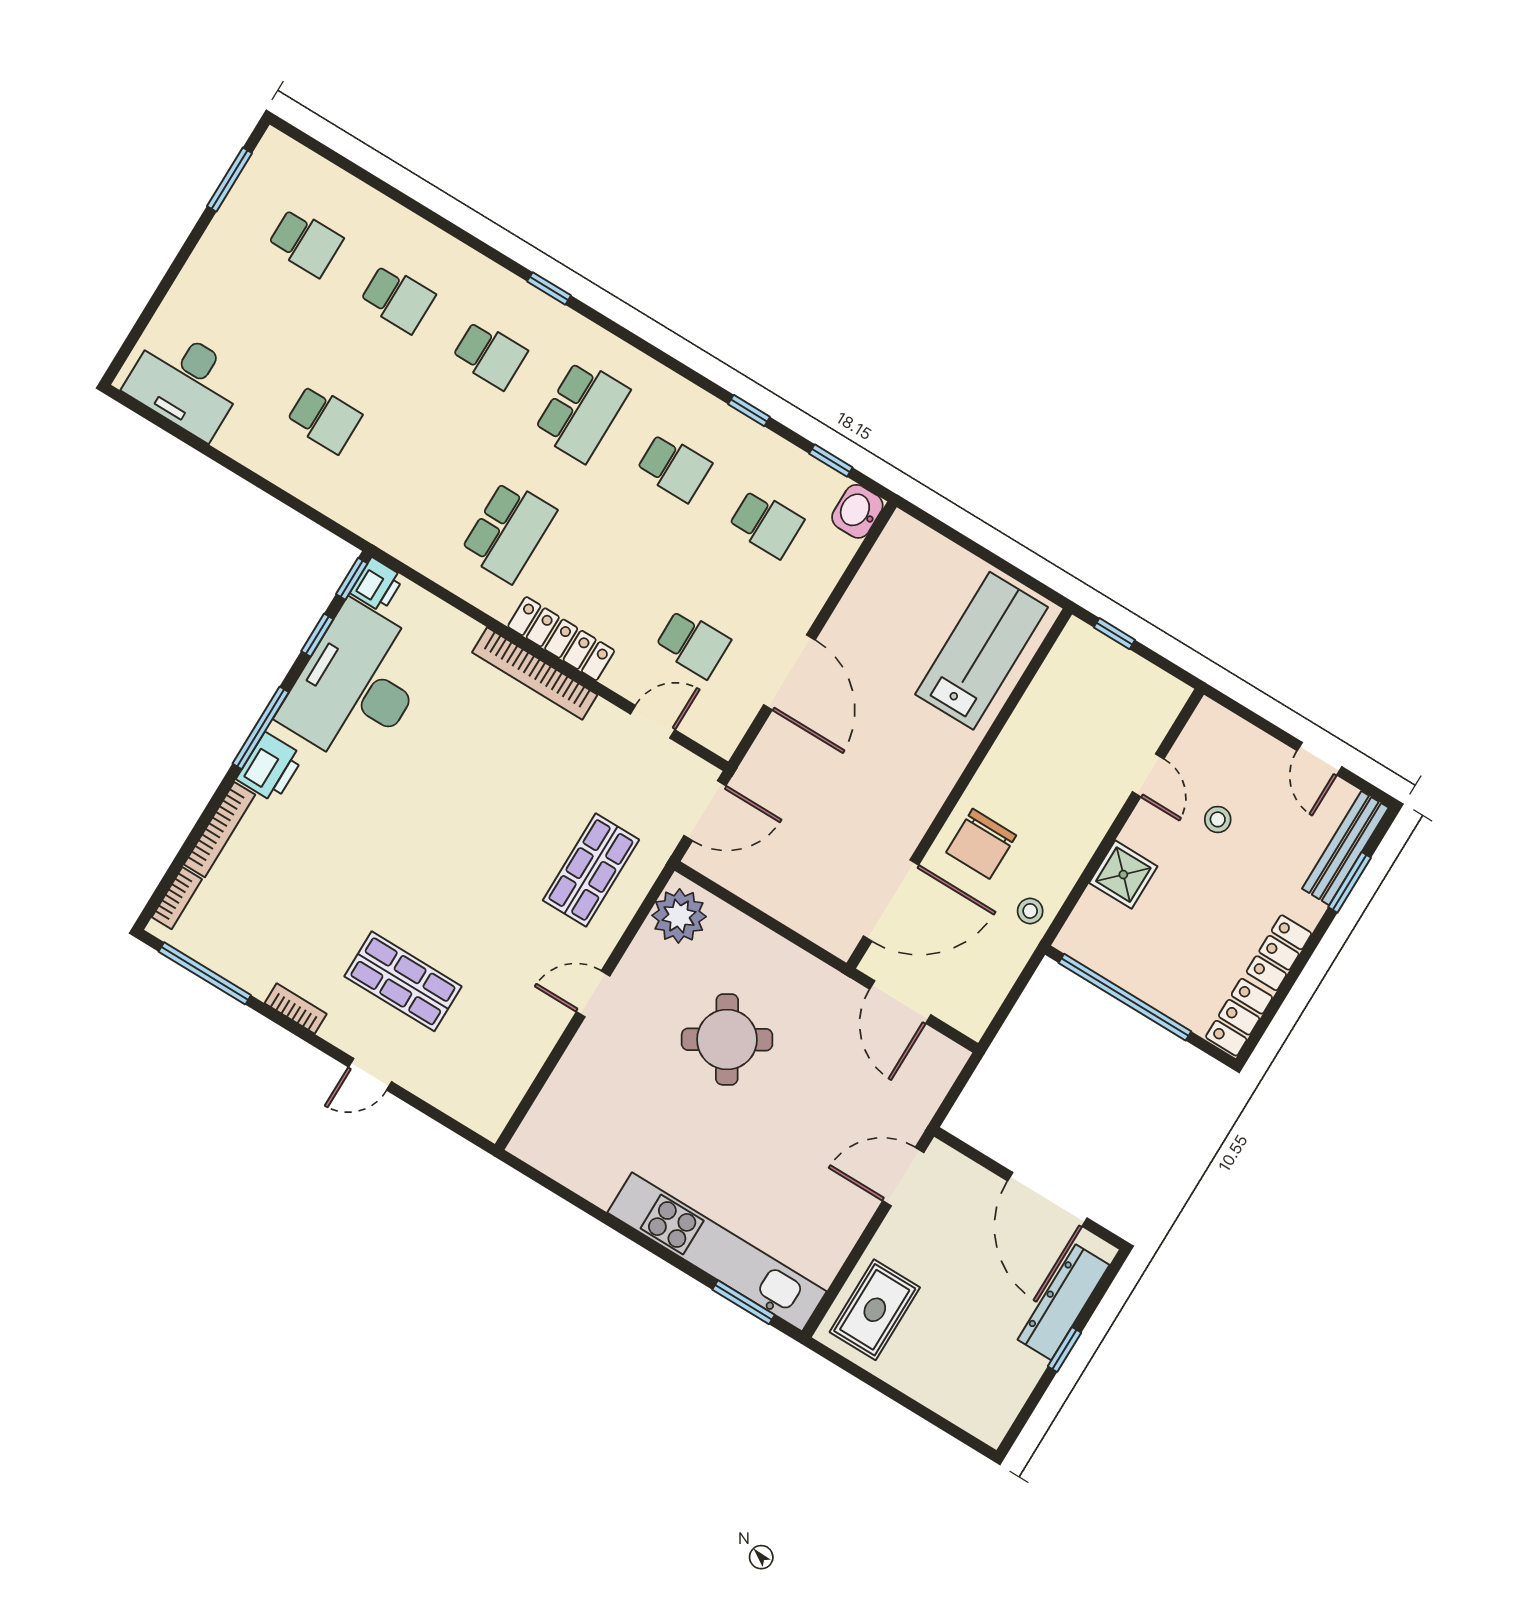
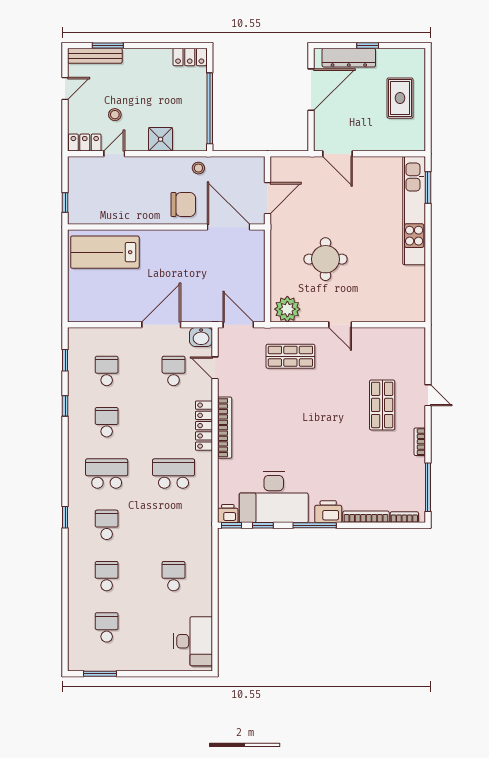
washbasin: (857, 511) -> (201, 337), moved
locker: (1279, 953) -> (85, 143), moved, turned 180
round table: (727, 1039) -> (326, 259), turned 31
rug: (875, 1310) -> (400, 98), moved, turned 90

